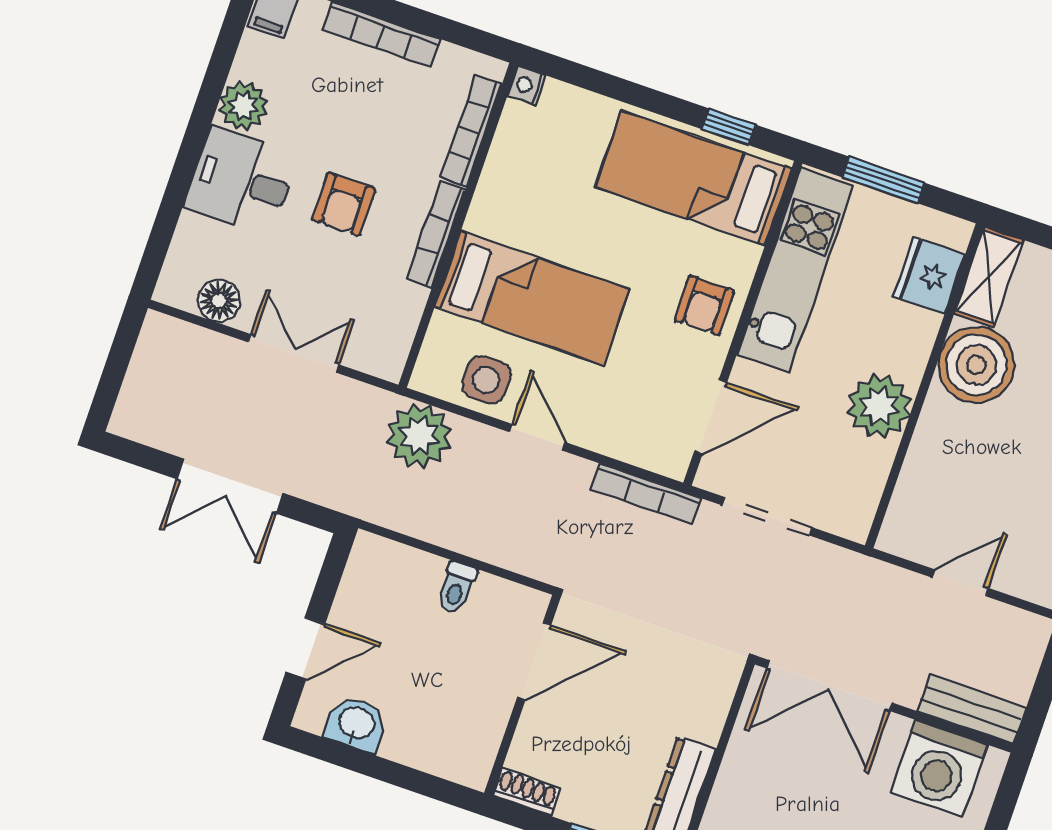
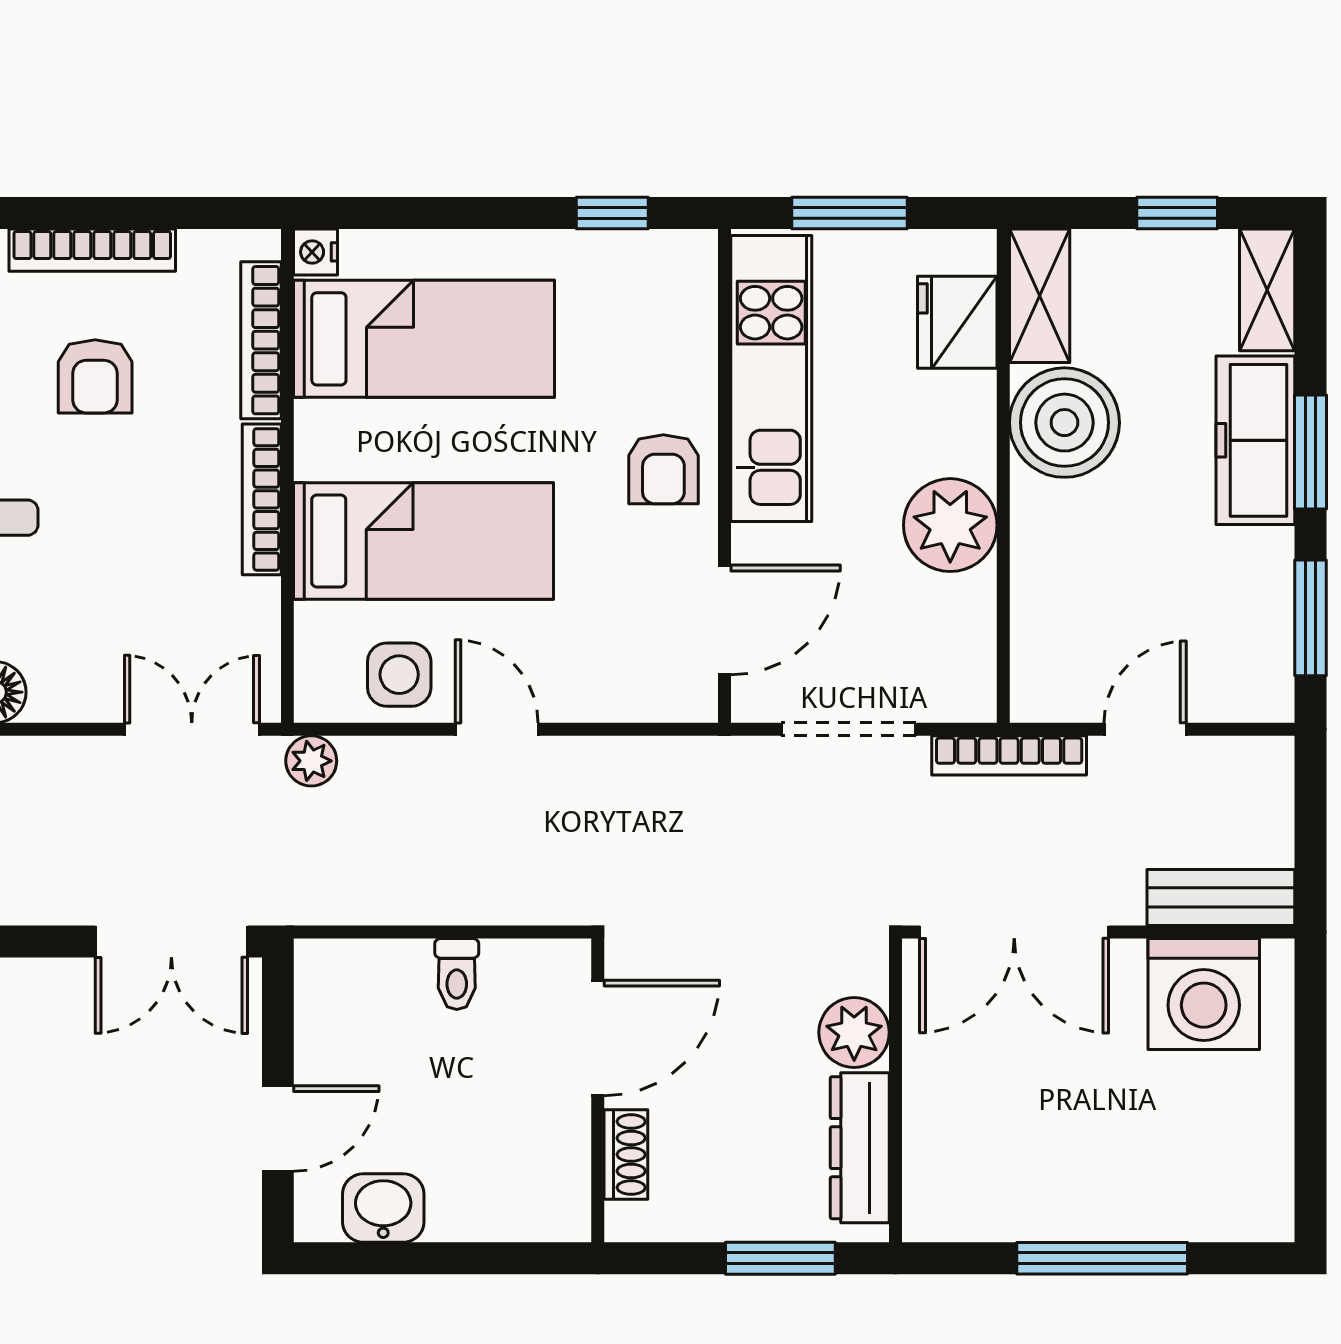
bed: (693, 178) -> (424, 339), moved, turned 180
armchair: (344, 204) -> (95, 376), moved
double door: (294, 353) -> (192, 729), moved
plant: (419, 436) -> (311, 761), width x0.53, depth x0.53
double door: (230, 486) -> (171, 941), moved
bookcase: (646, 494) -> (1009, 755), moved
plant: (702, 715) -> (854, 1032), added
shoe rack: (527, 792) -> (626, 1154), moved, turned 90

